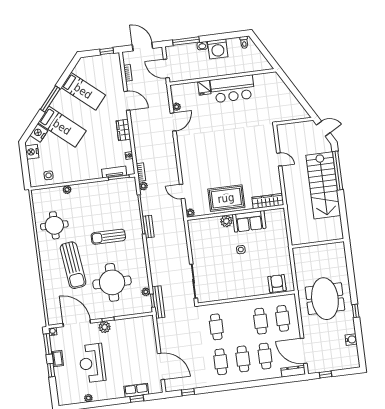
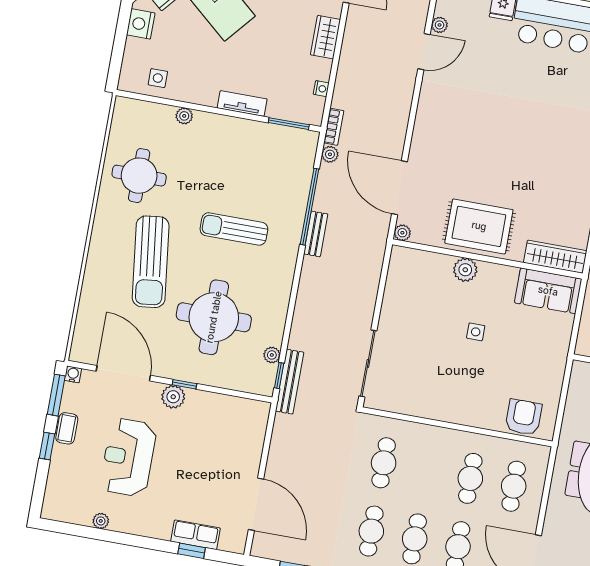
tv unit: (114, 172) -> (242, 103), moved
door: (182, 192) -> (400, 188), width x1.88
sofa: (249, 221) -> (548, 291), moved

